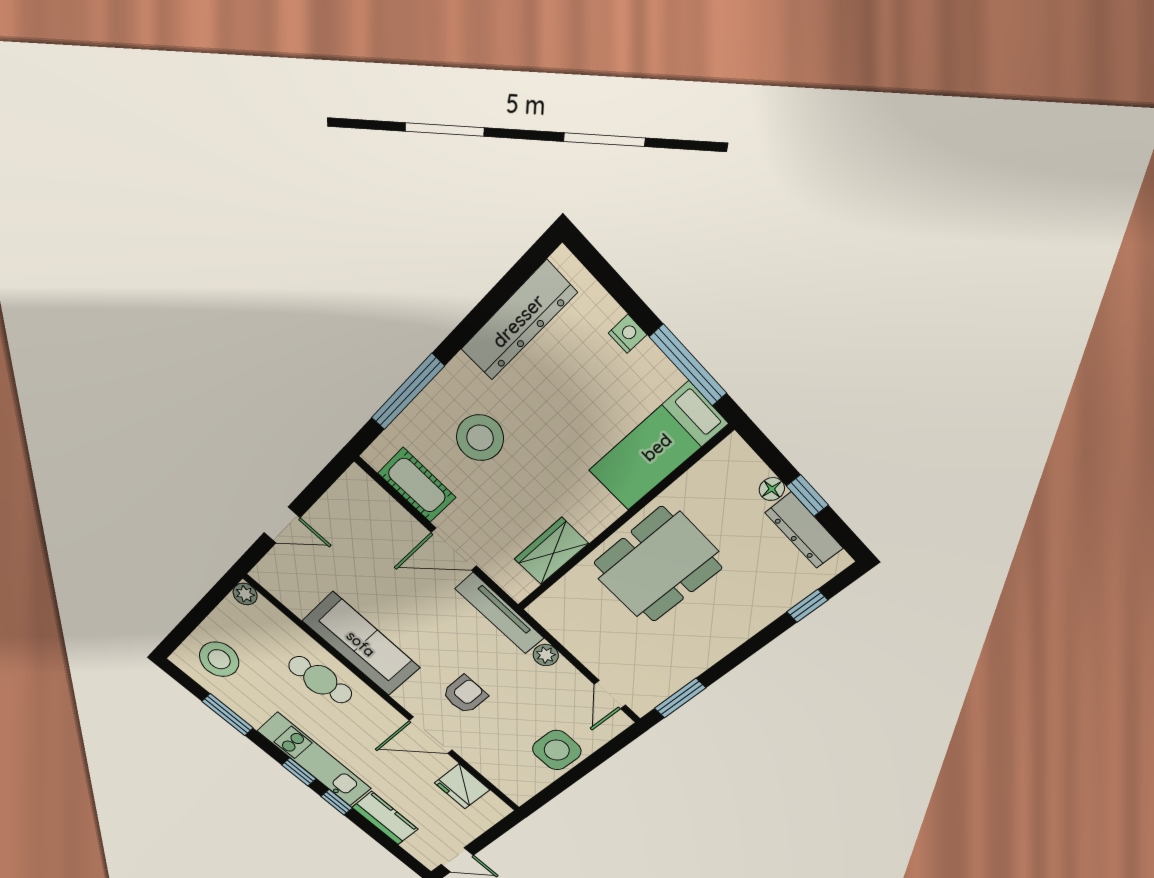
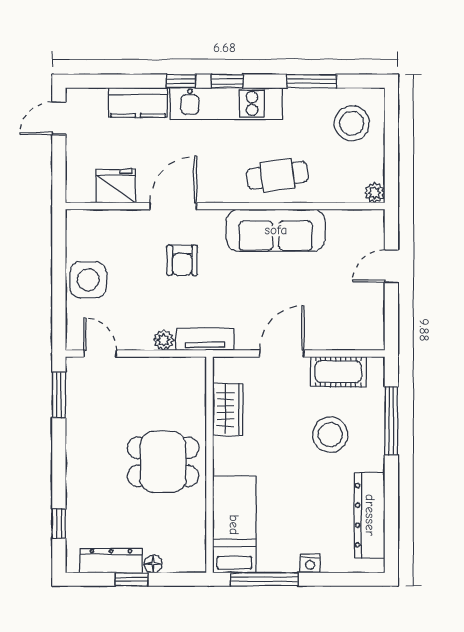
dining table: (658, 565) -> (163, 462), width x0.73
tv unit: (500, 614) -> (205, 339), width x0.71

